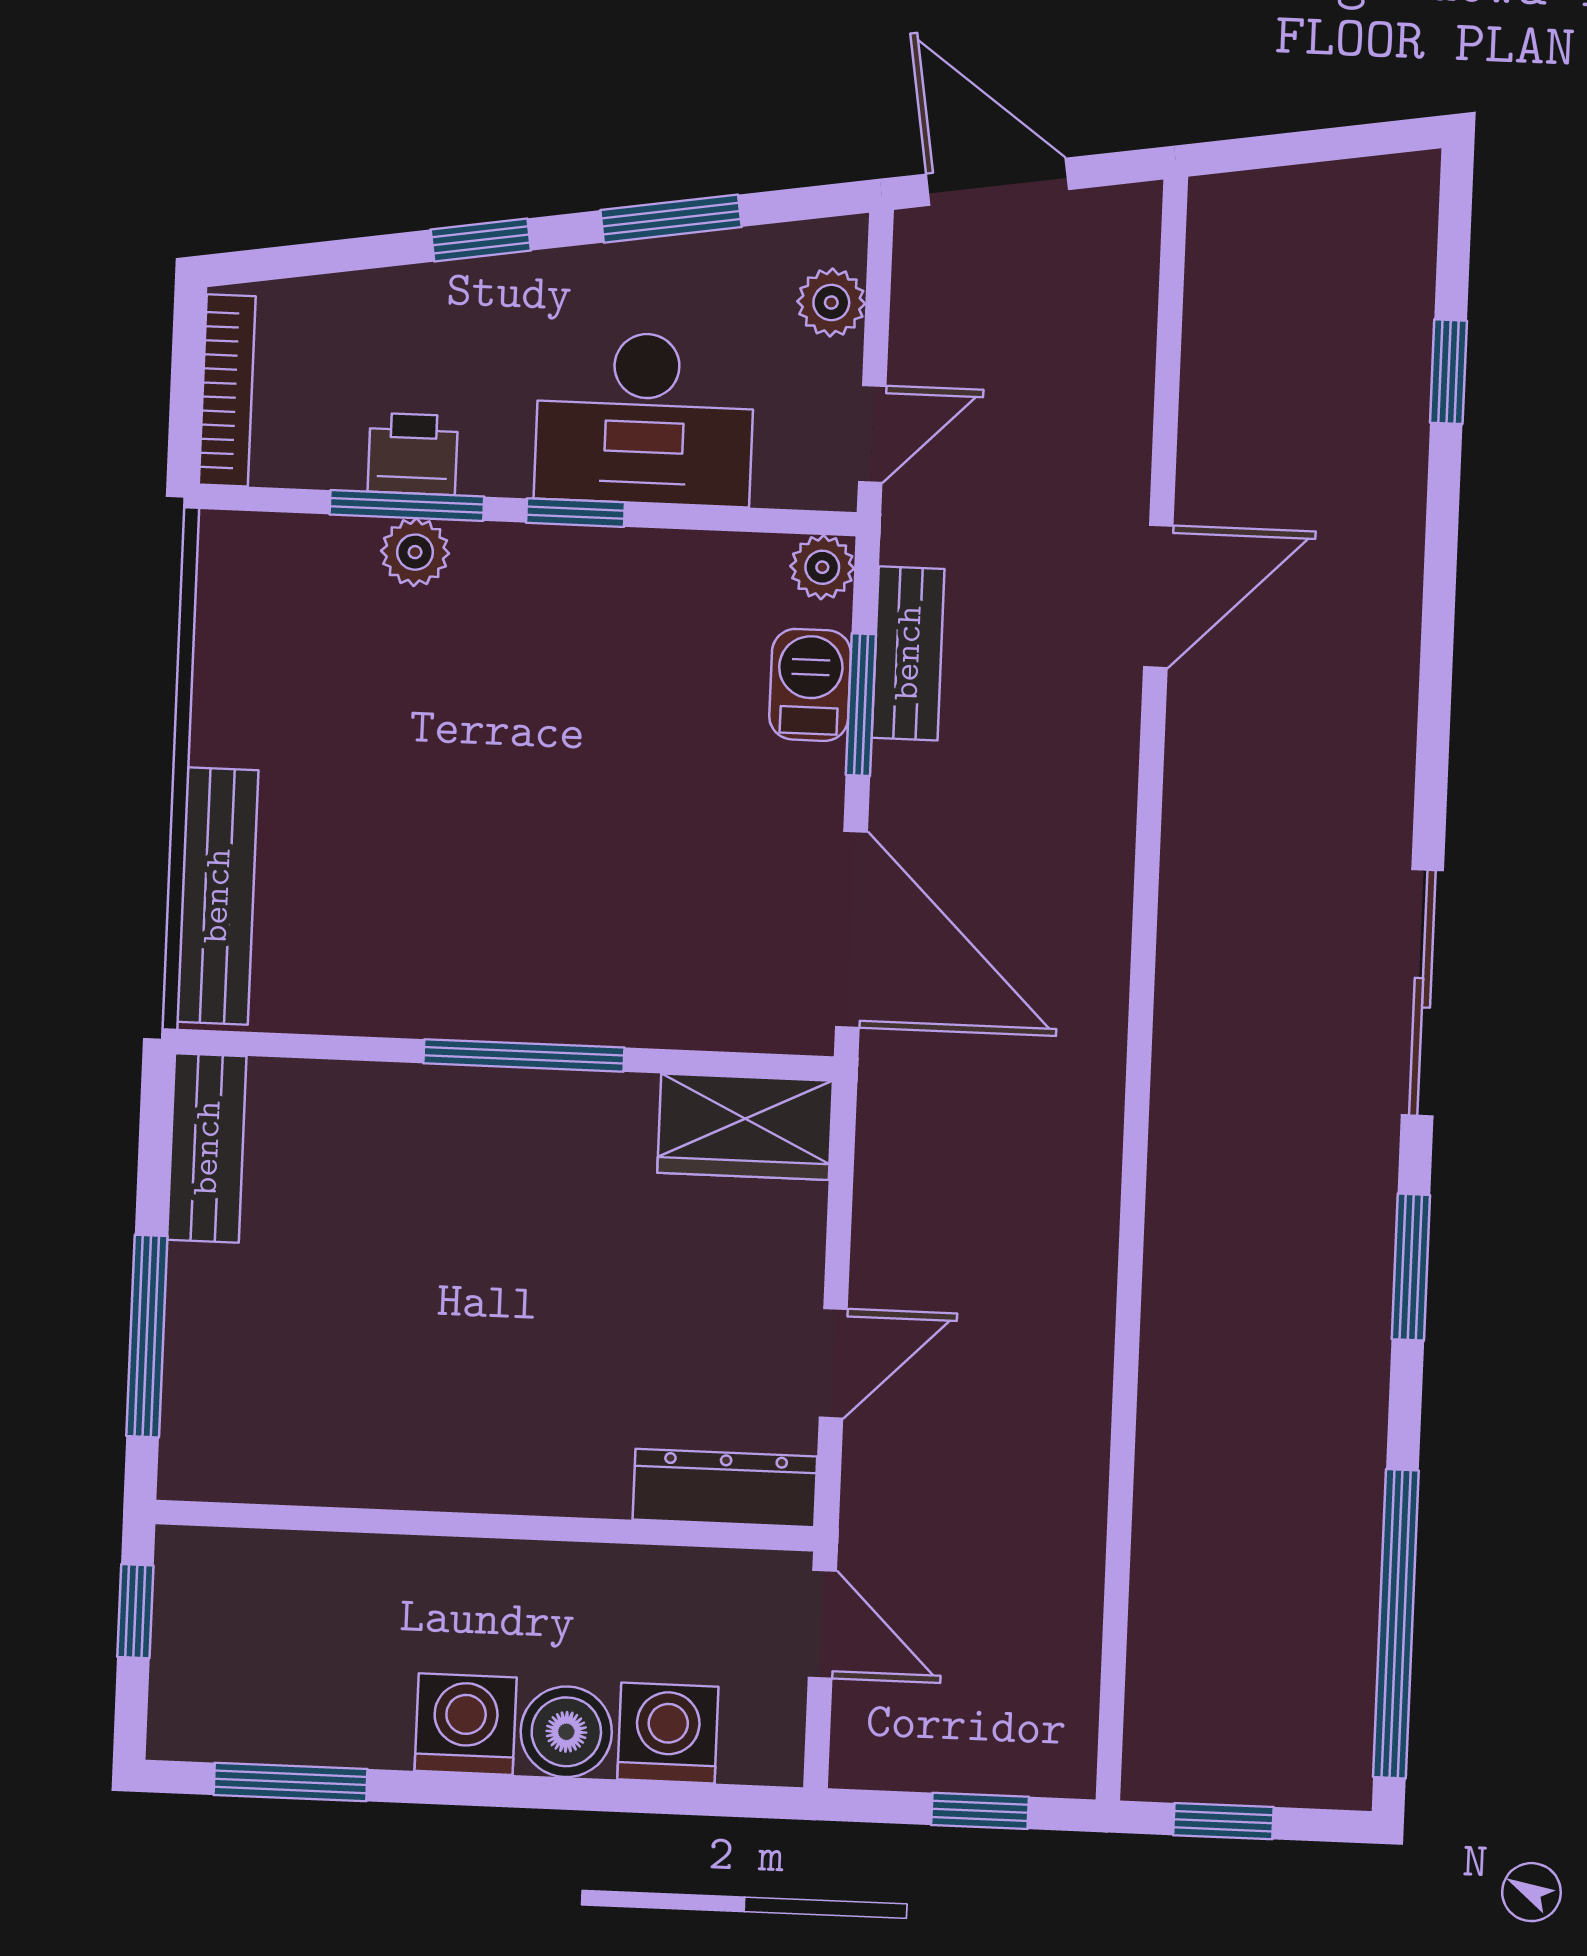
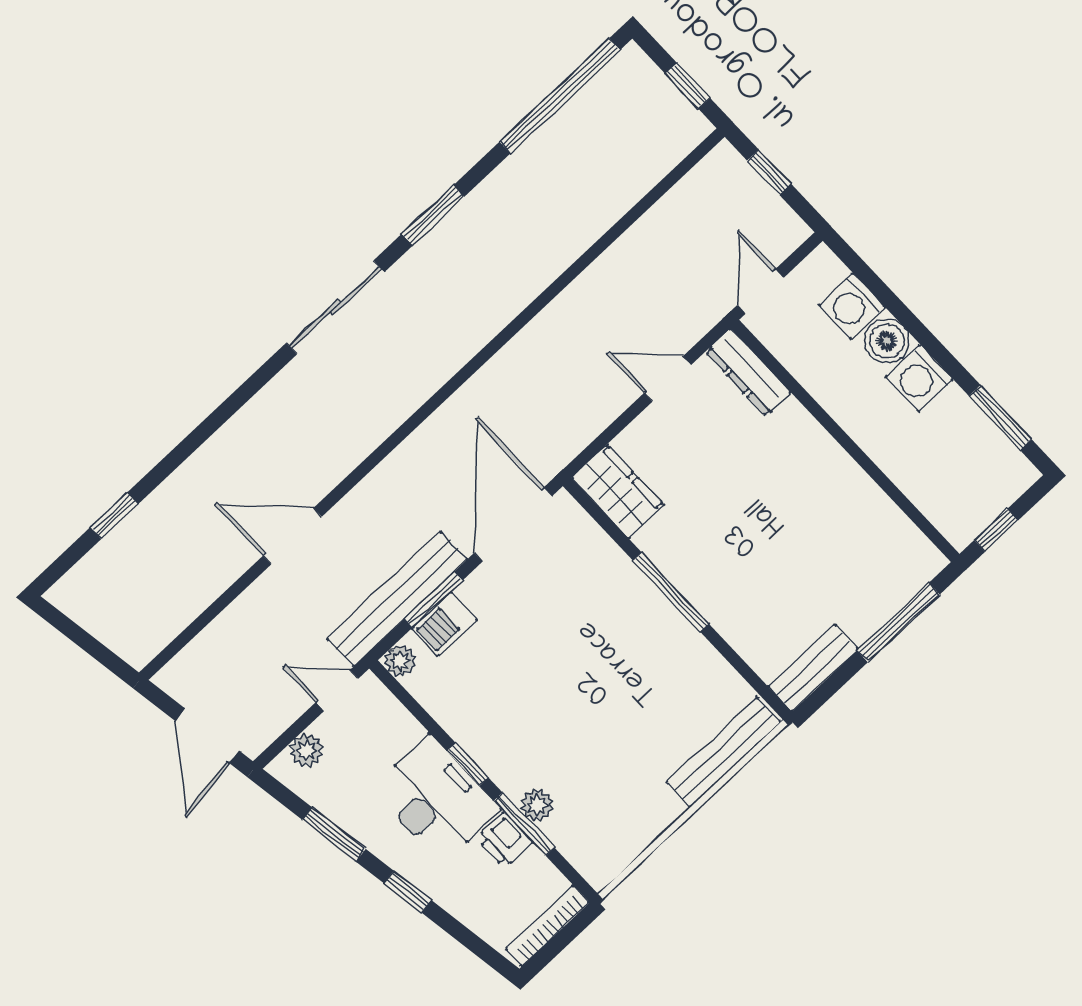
desk: (645, 419) -> (436, 799), moved
bench: (908, 653) -> (397, 599), width x1.86, depth x1.21

